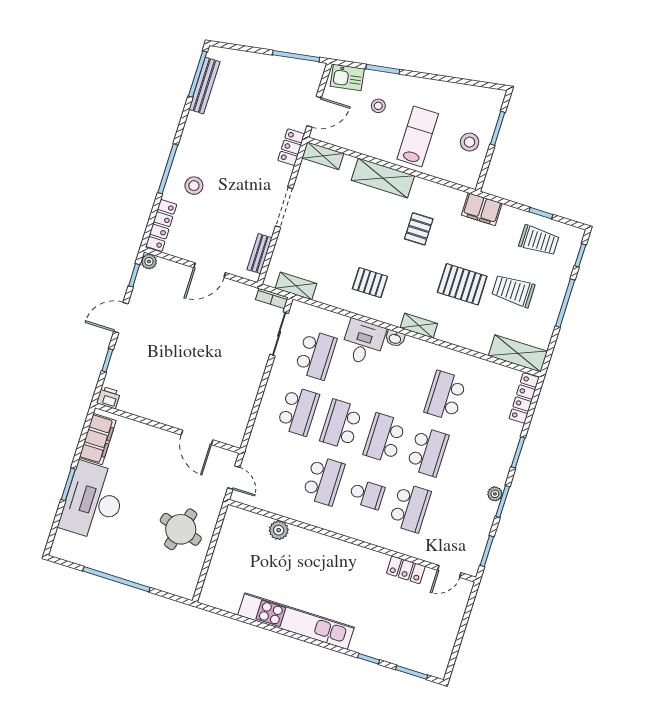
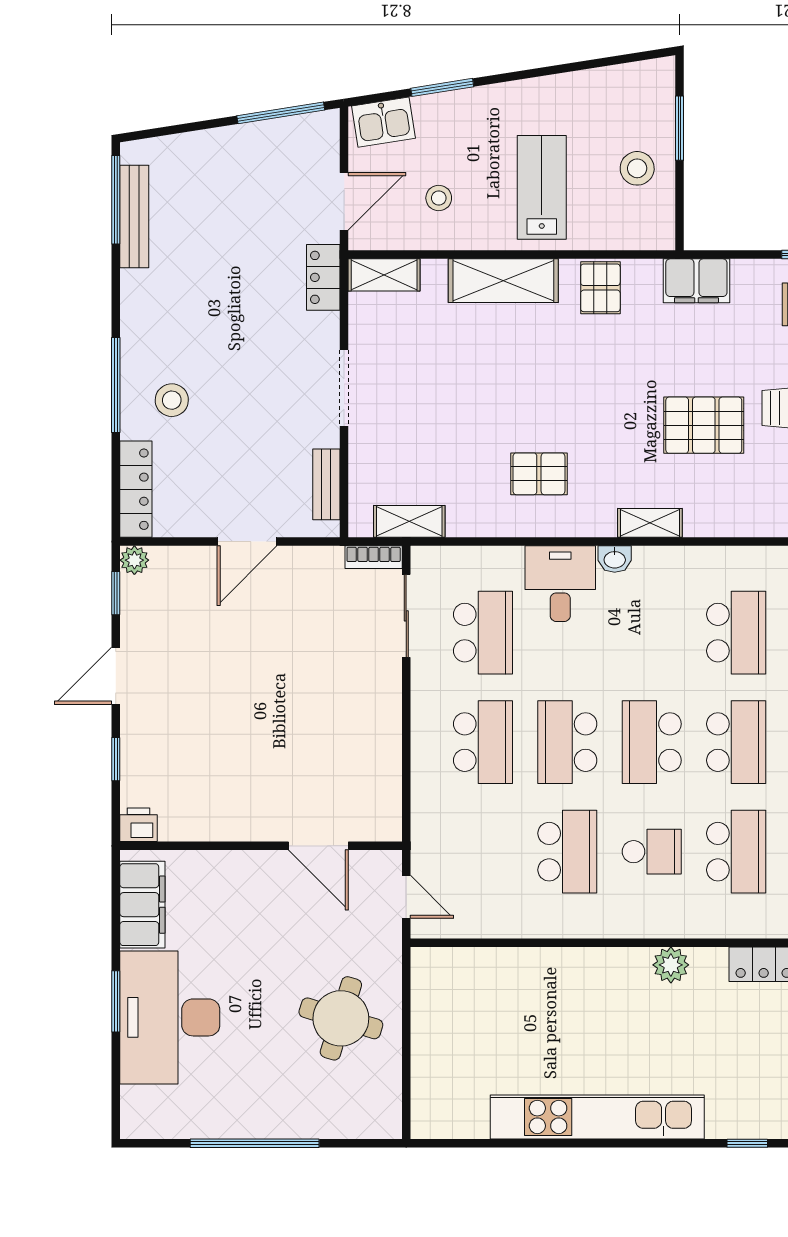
stool: (378, 106) -> (439, 198), moved
pallet: (419, 229) -> (600, 288), moved
school desk: (445, 396) -> (736, 633), turned 180
plant: (279, 530) -> (671, 965), moved

